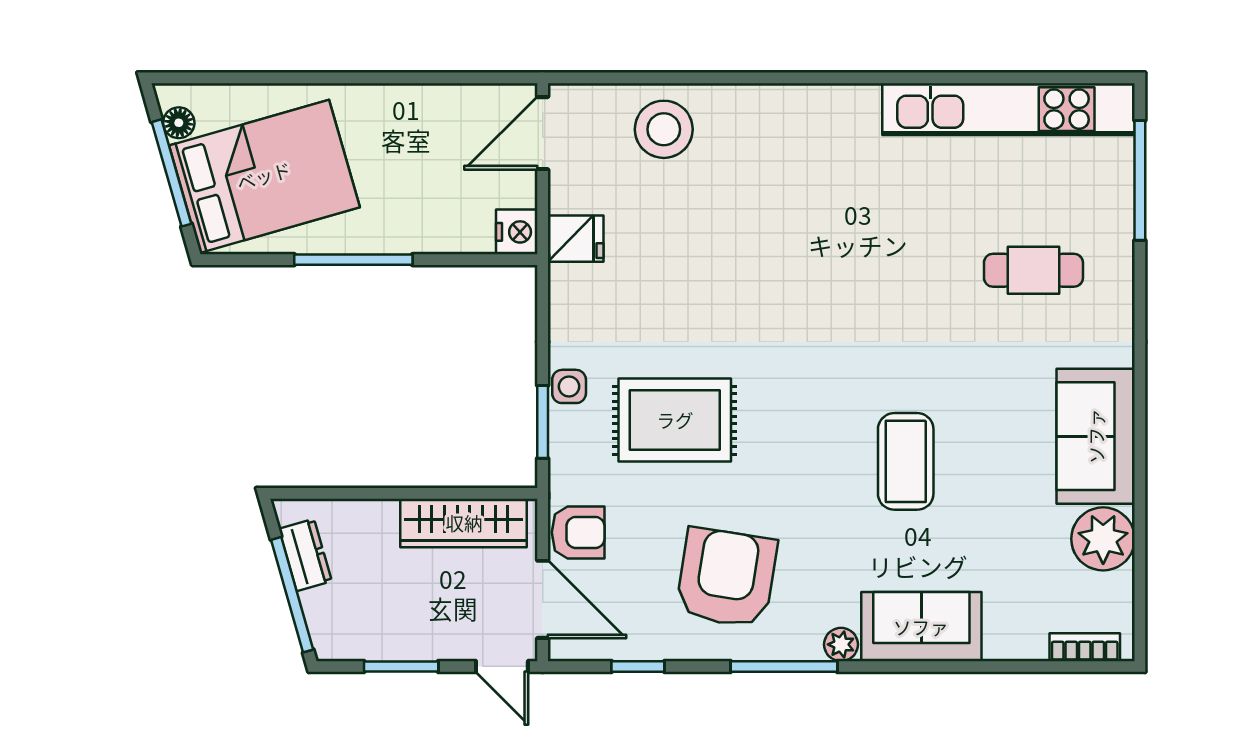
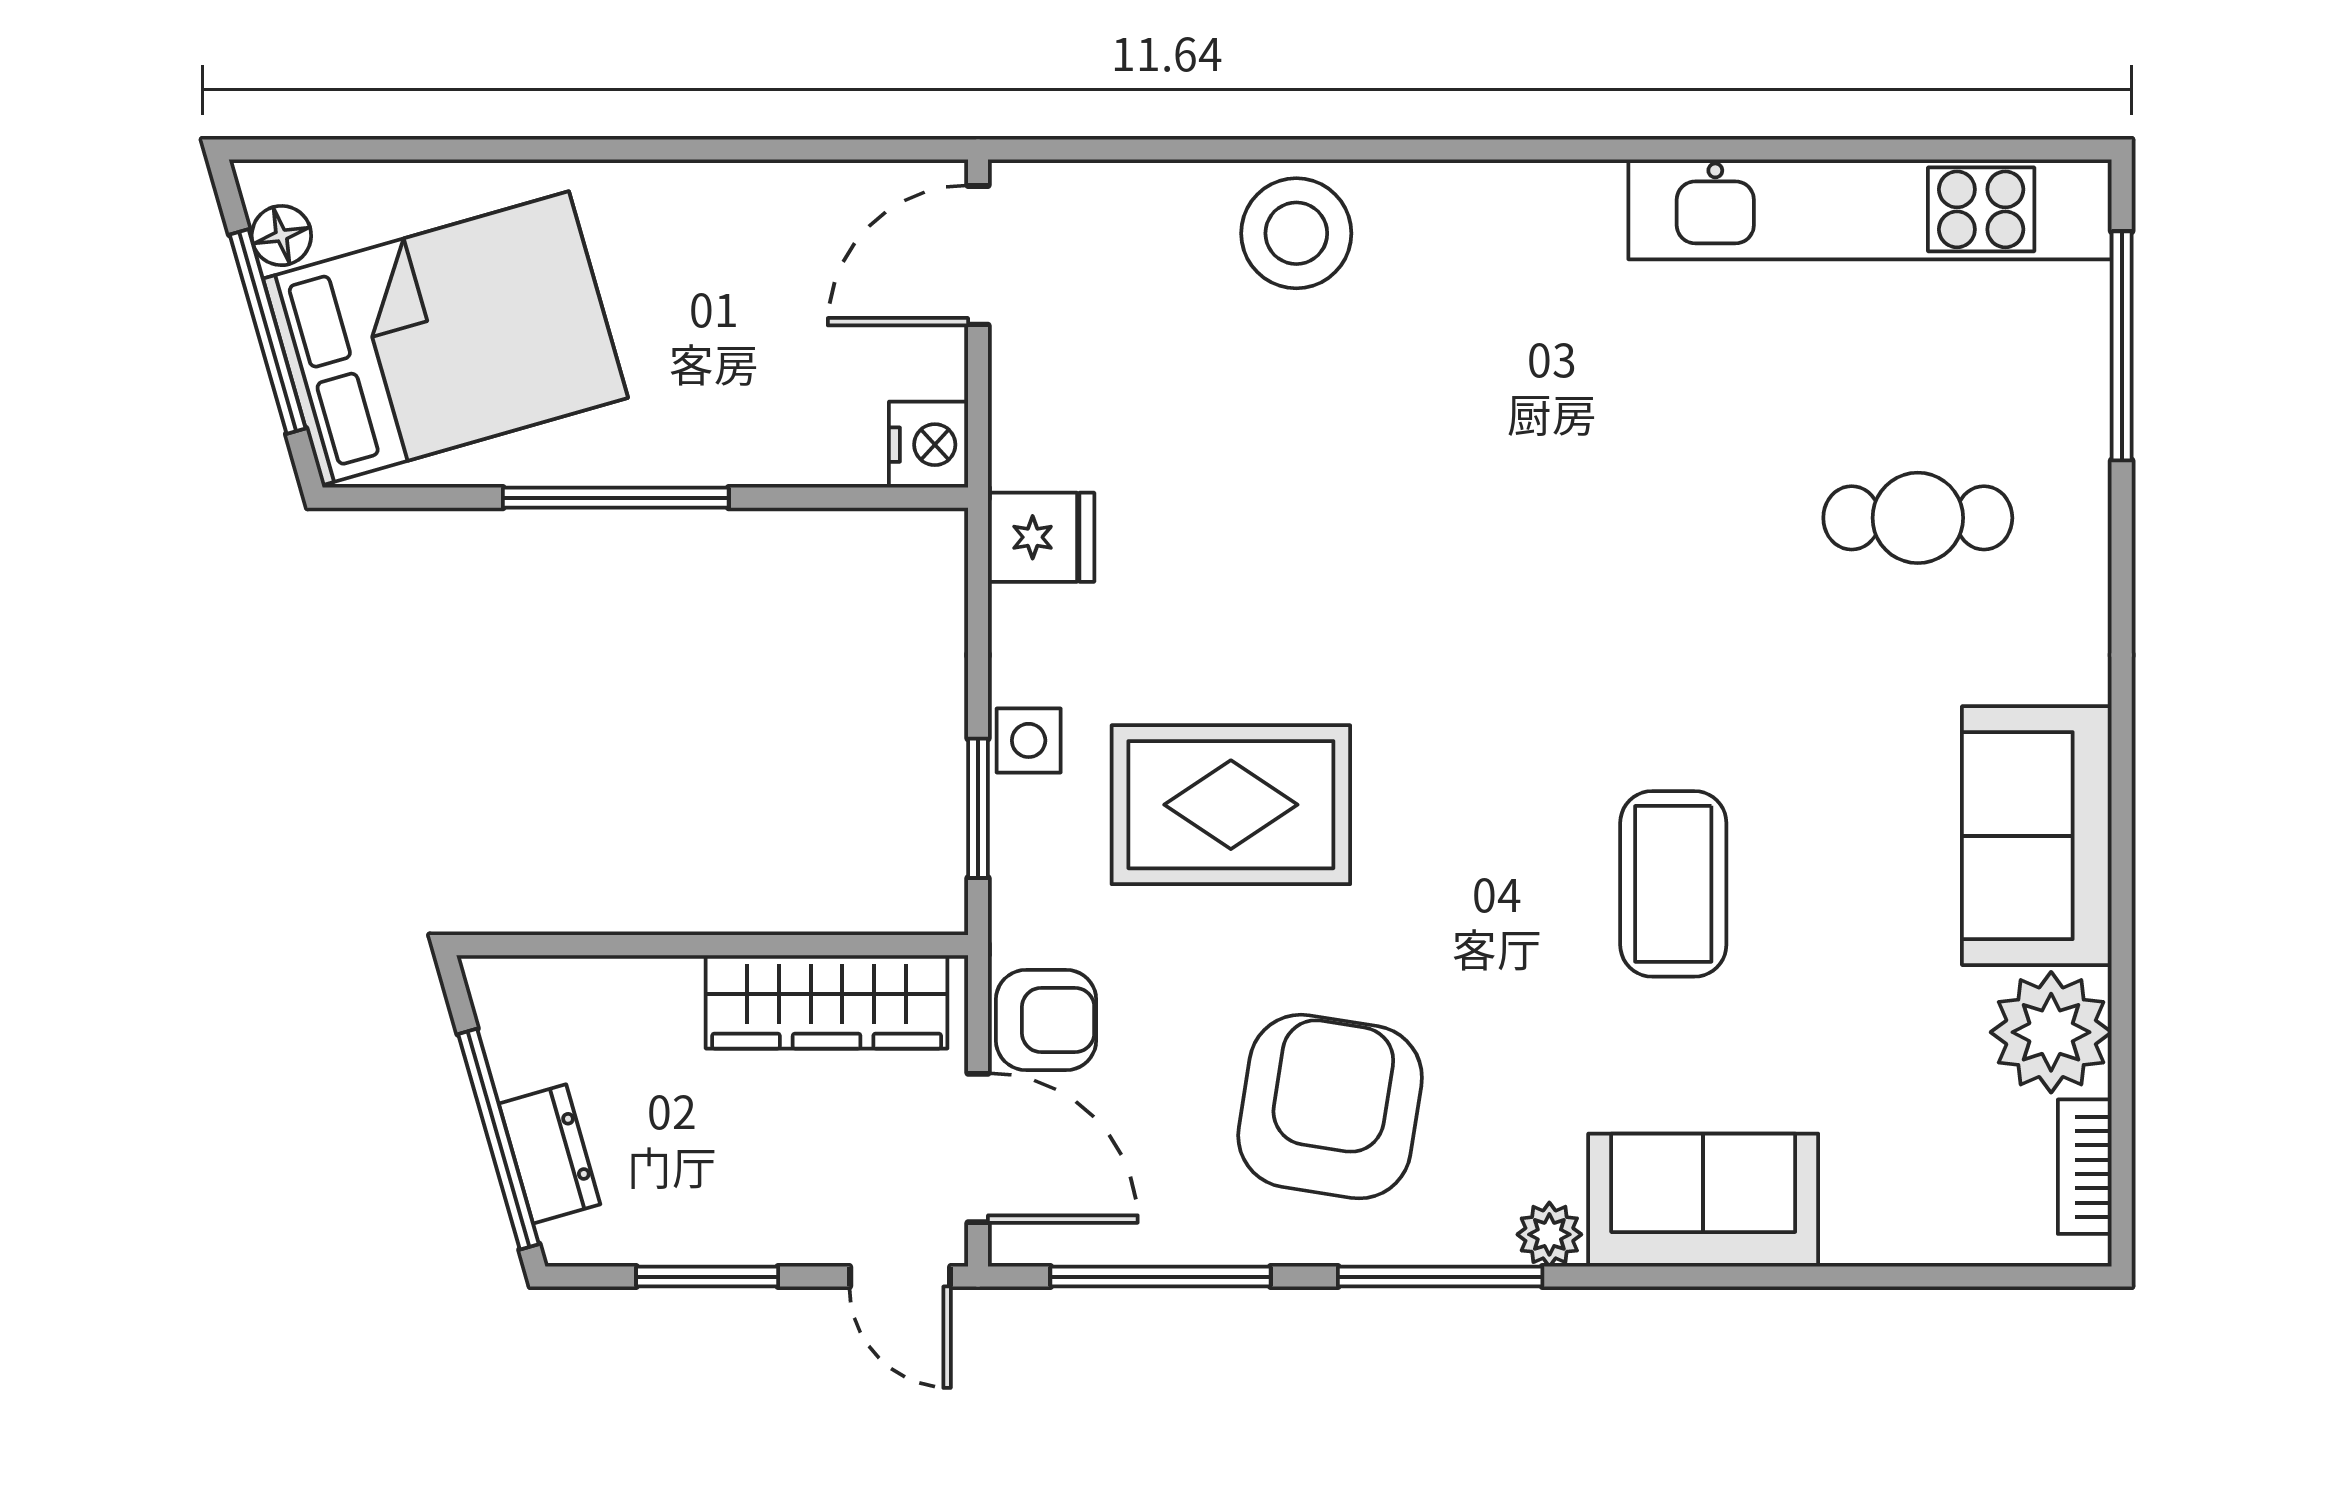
stool: (664, 129) -> (1296, 233), moved
fridge: (576, 239) -> (1041, 537), moved
dresser: (305, 555) -> (550, 1154), moved
bookcase: (1085, 647) -> (2085, 1167), moved, turned -90
window: (638, 666) -> (1161, 1277), width x2.17

